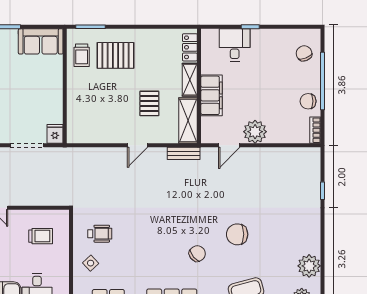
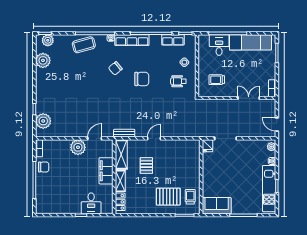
chair: (304, 53) -> (46, 198), removed
plant: (309, 172) -> (43, 121), added
chair: (237, 234) -> (142, 79), moved

